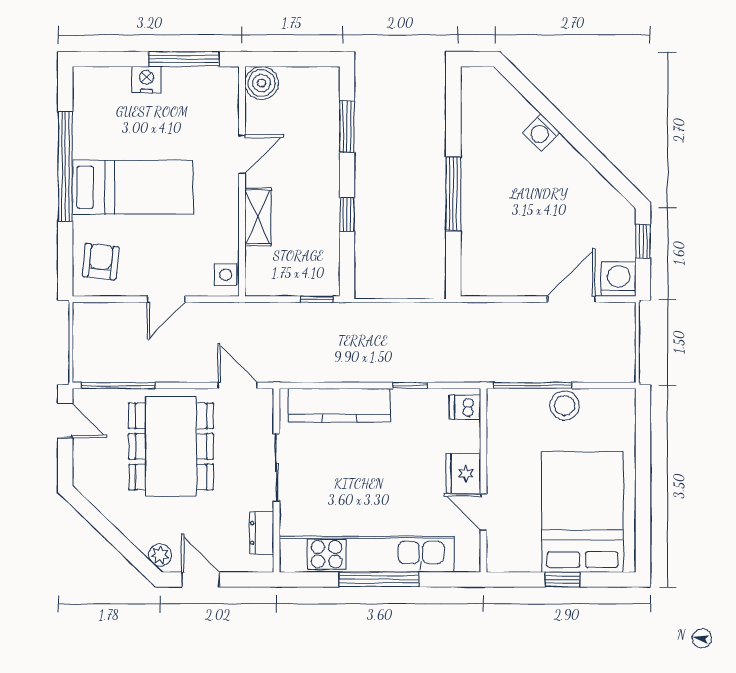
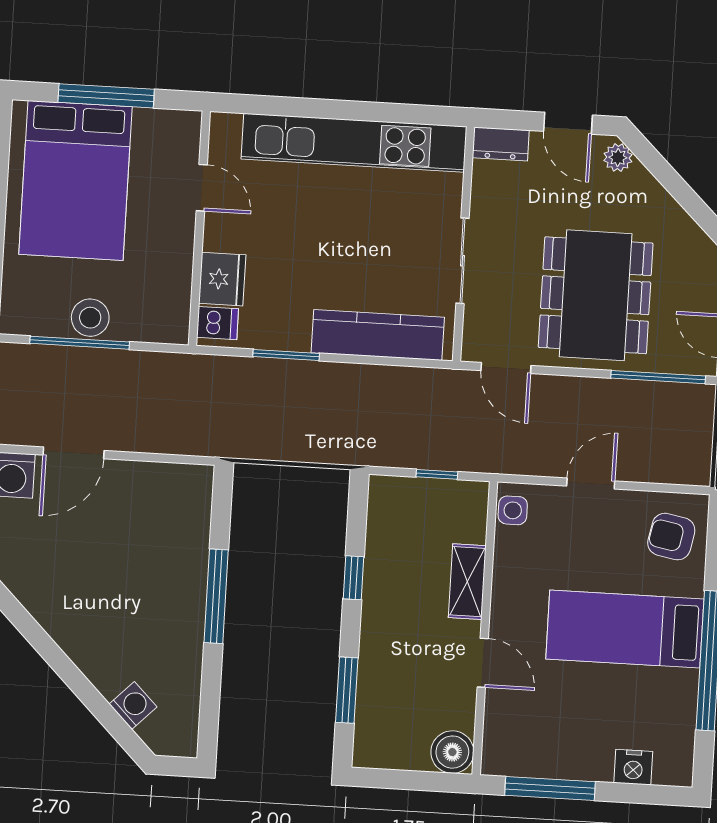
nightstand: (146, 80) -> (633, 767), moved
washing machine: (541, 133) -> (133, 705), moved
door: (242, 154) -> (483, 663), swing flipped
armchair: (101, 262) -> (671, 537), turned 95
window: (317, 299) -> (437, 474), moved
window: (410, 385) -> (286, 355), width x1.50
window: (533, 385) -> (80, 343), moved
fridge: (463, 474) -> (222, 279), moved
dresser: (262, 533) -> (501, 144), moved, turned 90
window: (379, 579) -> (340, 110), removed
window: (562, 579) -> (106, 96), width x2.17

